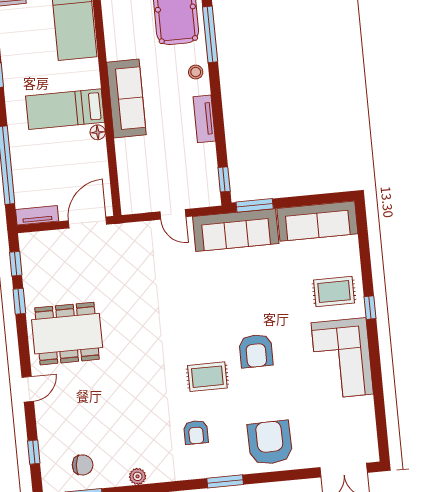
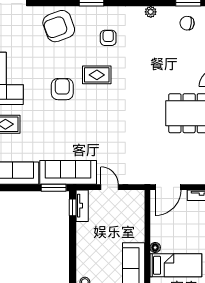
tv unit: (204, 119) -> (82, 206), moved
armchair: (270, 443) -> (59, 26), turned 71

